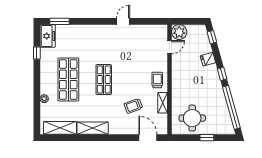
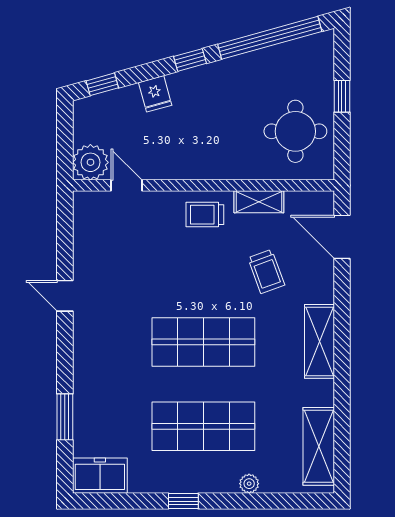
window: (60, 21) -> (65, 417), moved
window: (37, 53) -> (183, 501), moved
shop shelf: (104, 79) -> (203, 342), width x1.43, depth x1.36
shelving: (93, 128) -> (319, 341), moved
door: (148, 138) -> (342, 237), hinge flipped

